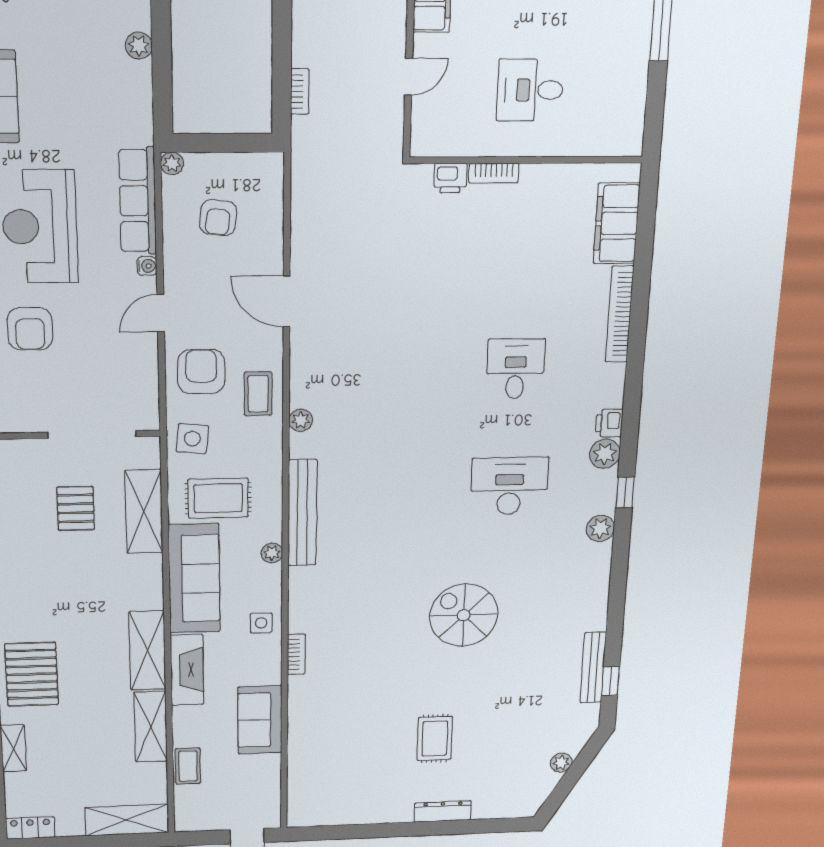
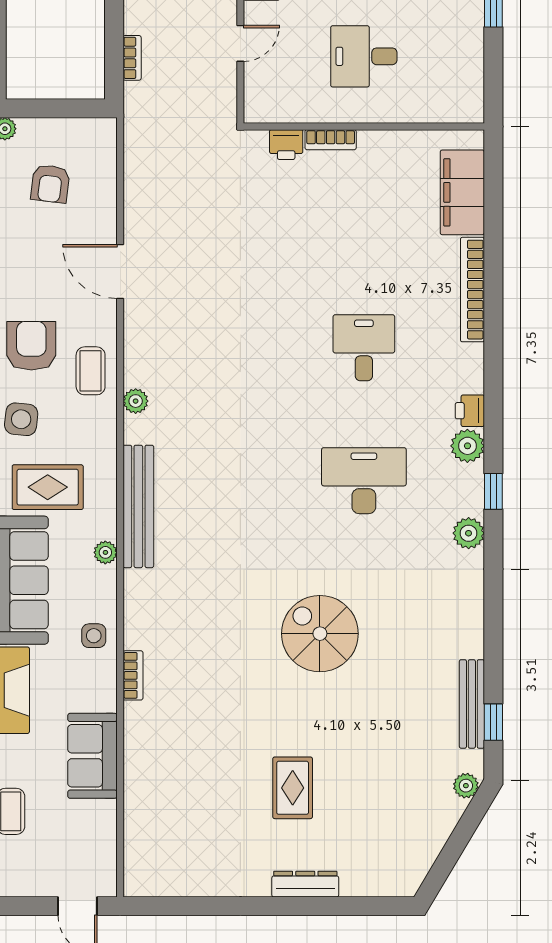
plant: (561, 763) -> (466, 786), moved

